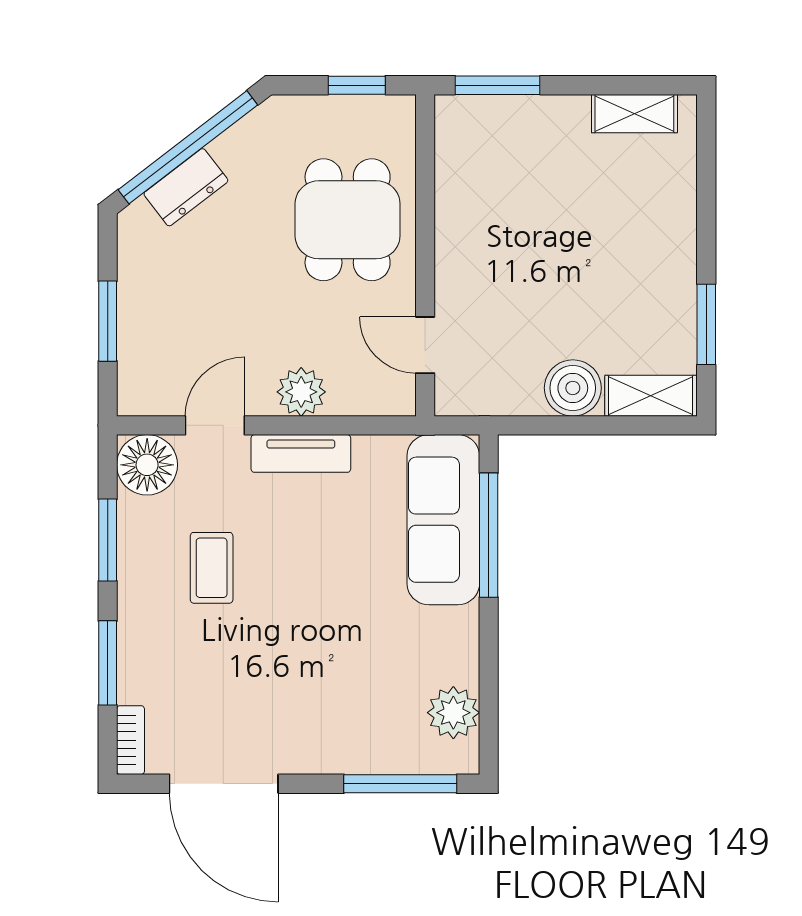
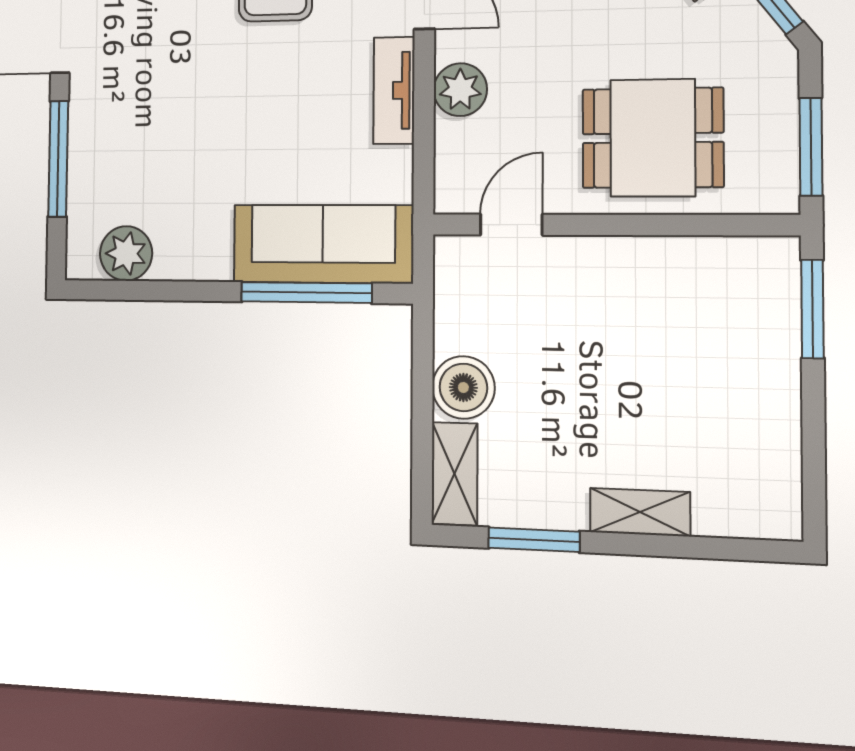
window: (357, 85) -> (811, 147), width x1.50
shelving: (634, 114) -> (640, 512), moved, turned 90
window: (400, 784) -> (58, 159), moved

